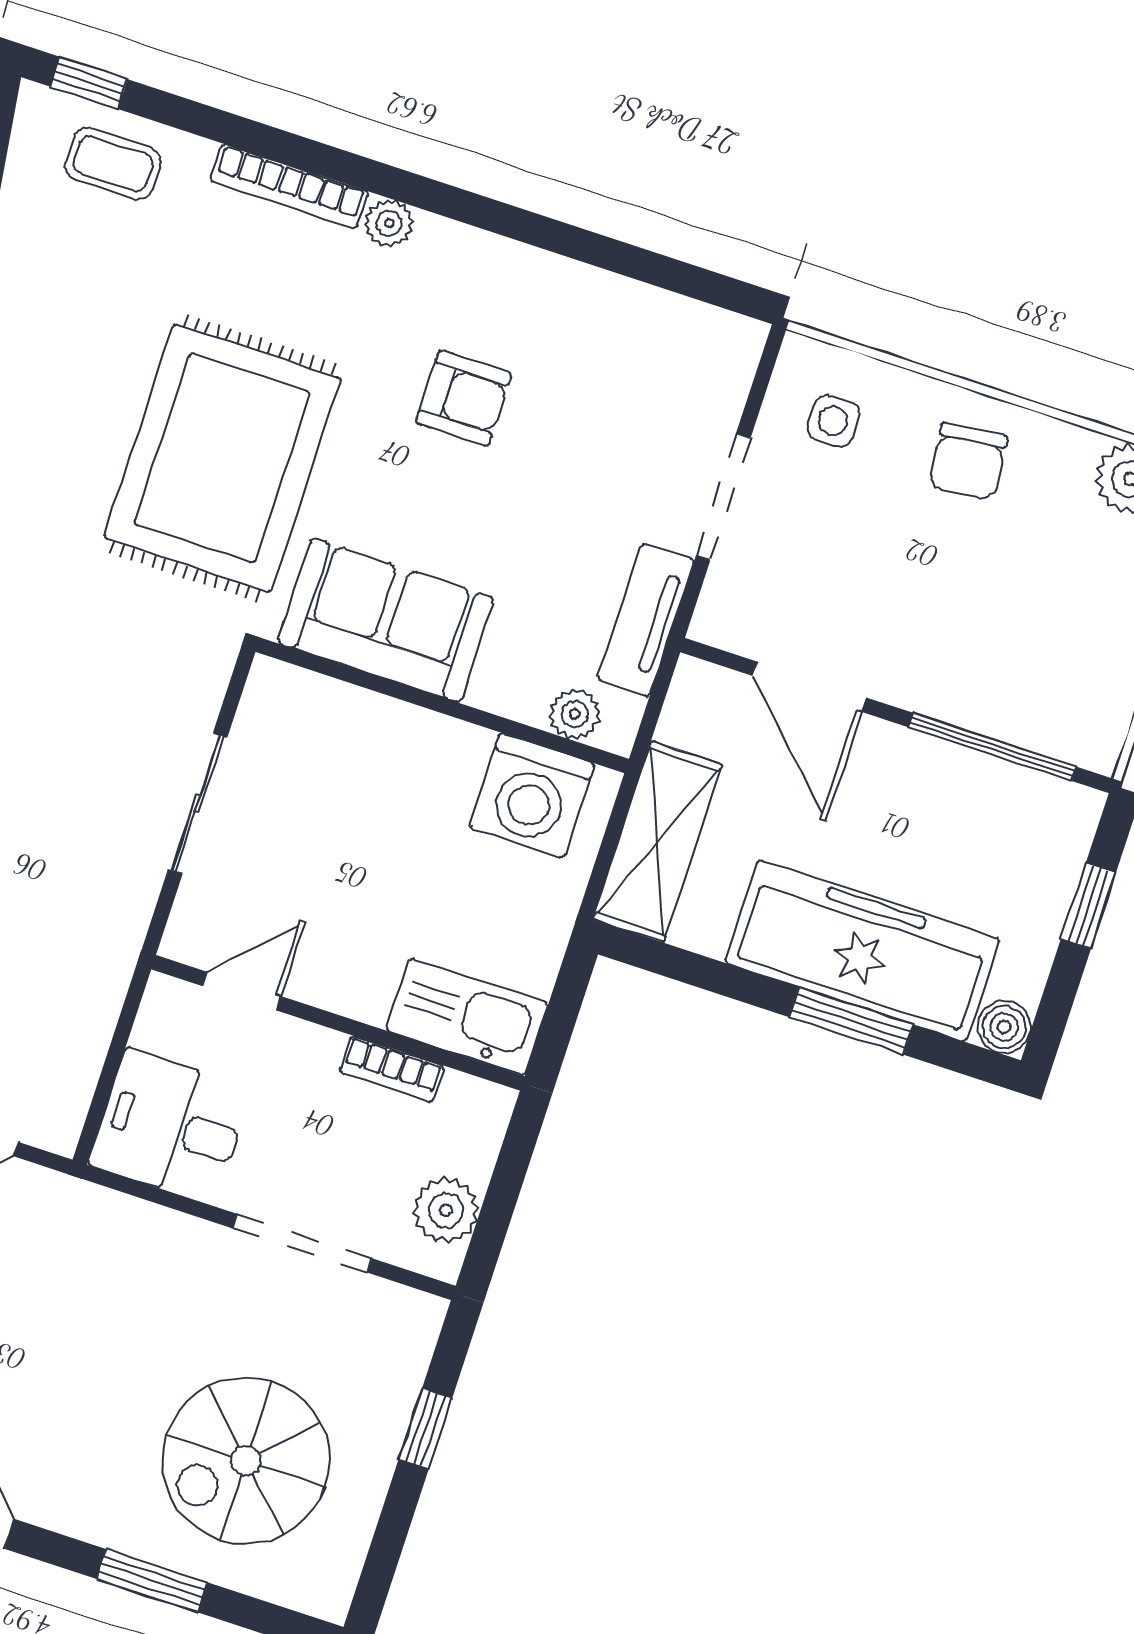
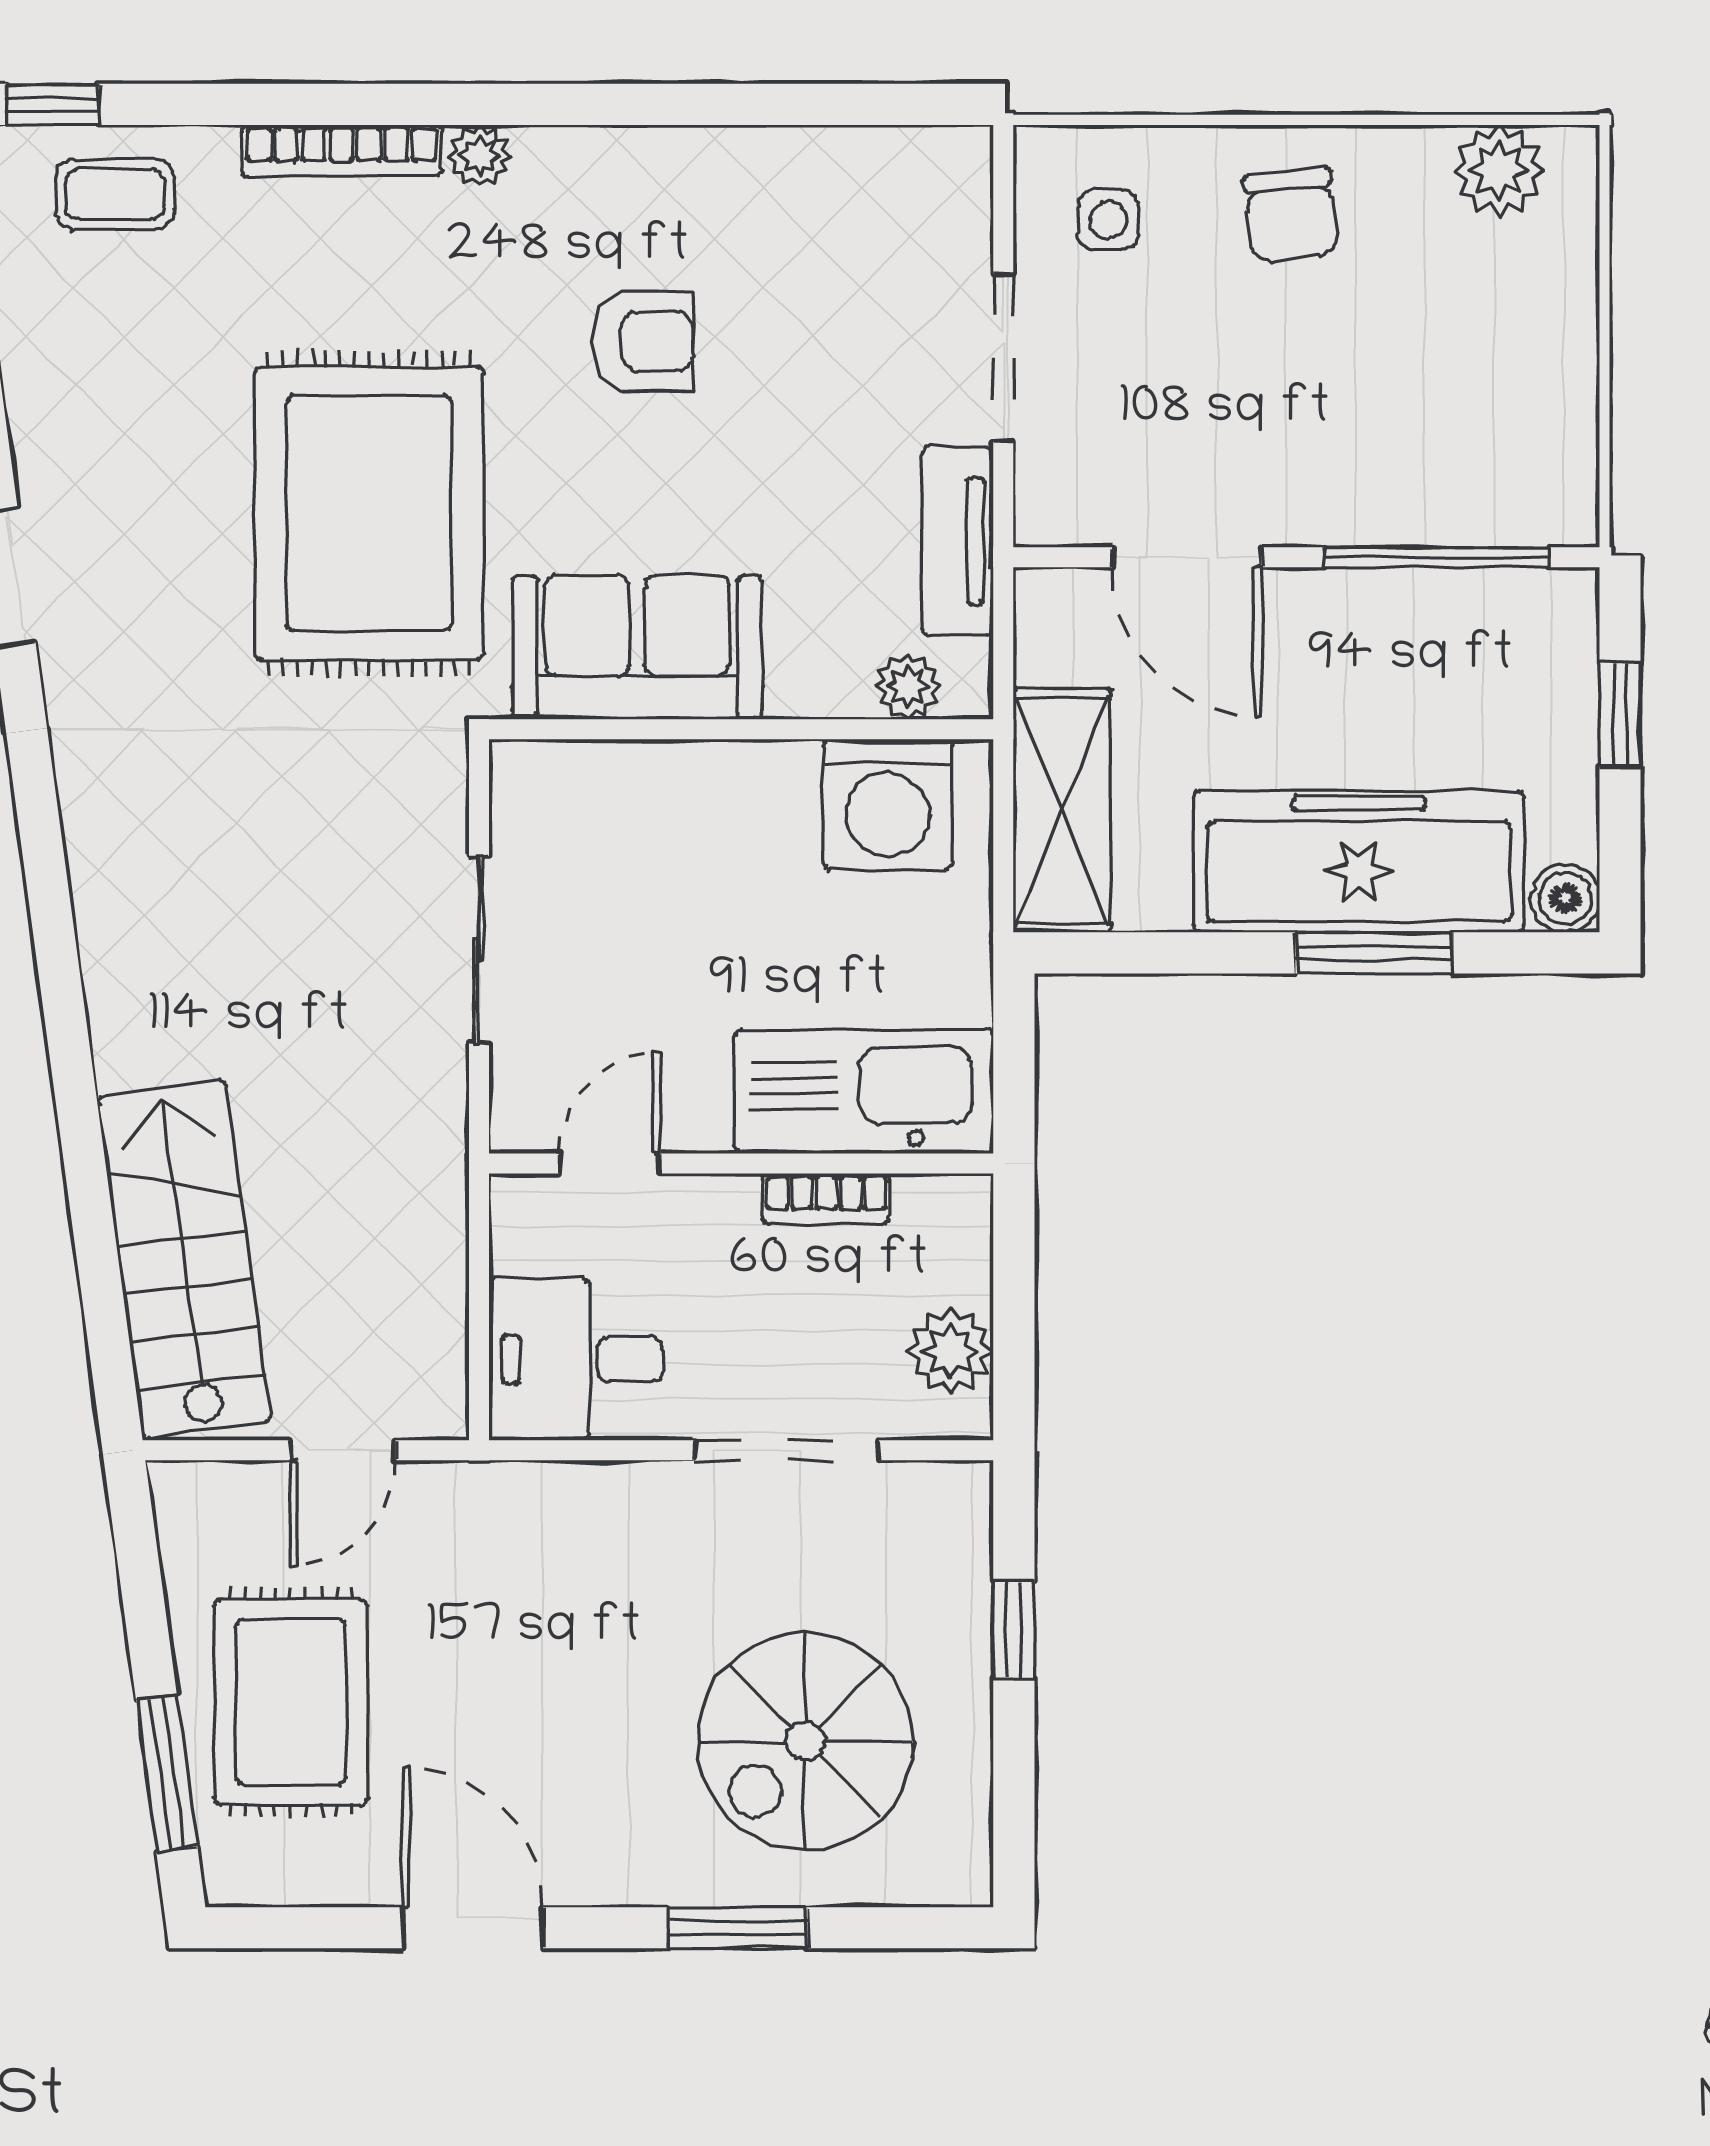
kitchen sink: (467, 1017) -> (864, 1092), width x1.36, depth x1.24

